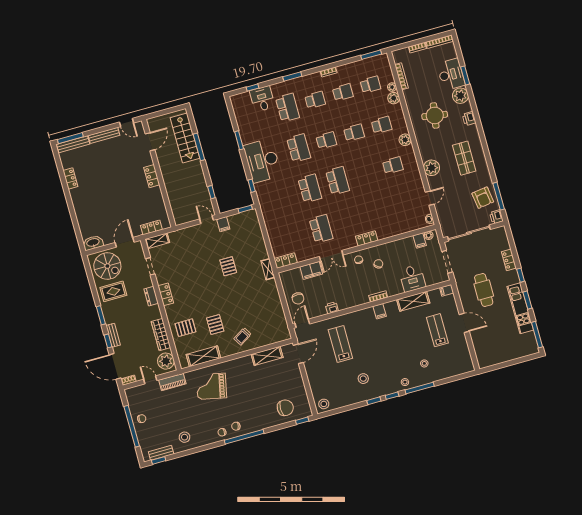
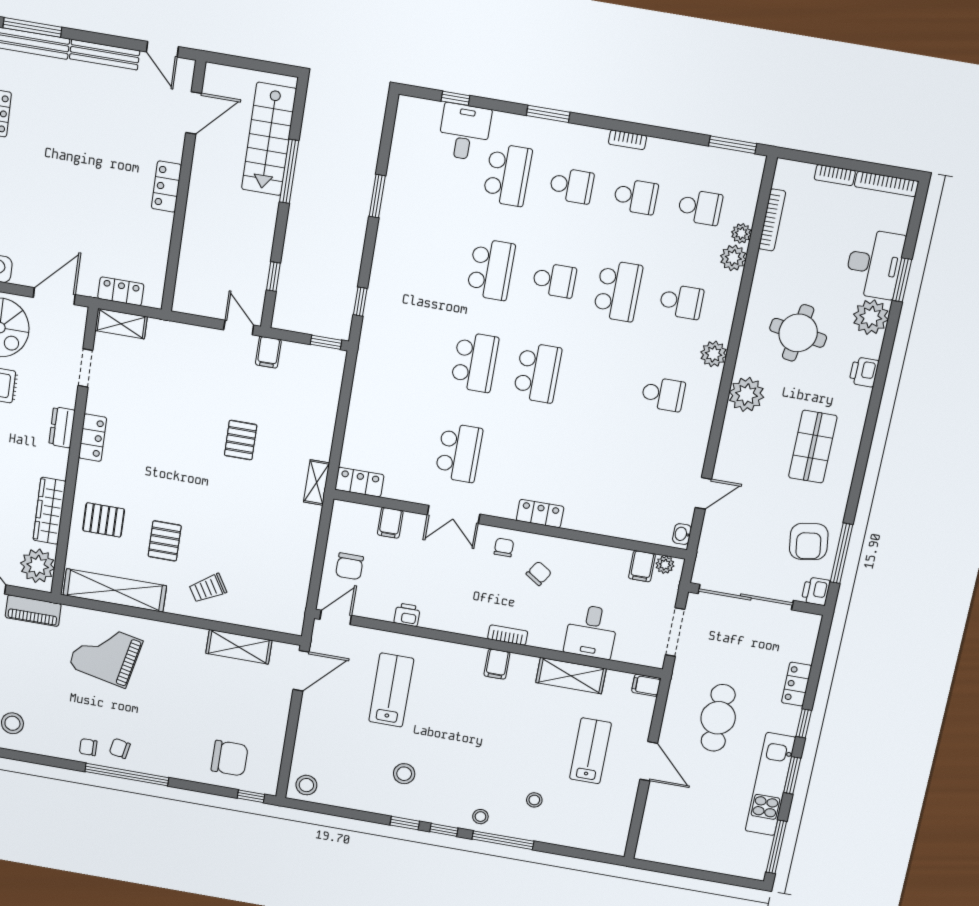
school desk: (354, 133) -> (618, 291), width x1.85
desk: (262, 161) -> (405, 261), removed
plant: (432, 168) -> (746, 394), moved
filing cabinet: (311, 270) -> (390, 523), width x0.50
shelving: (203, 356) -> (115, 590), width x1.47

